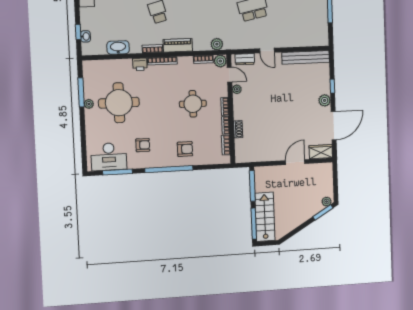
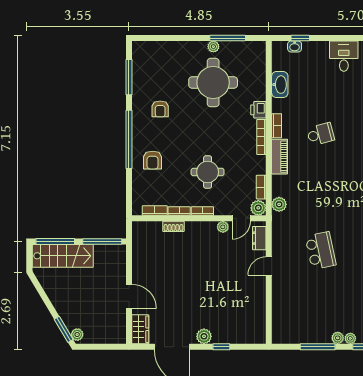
bench: (306, 57) -> (259, 314), removed
desk: (109, 157) -> (148, 68), removed

